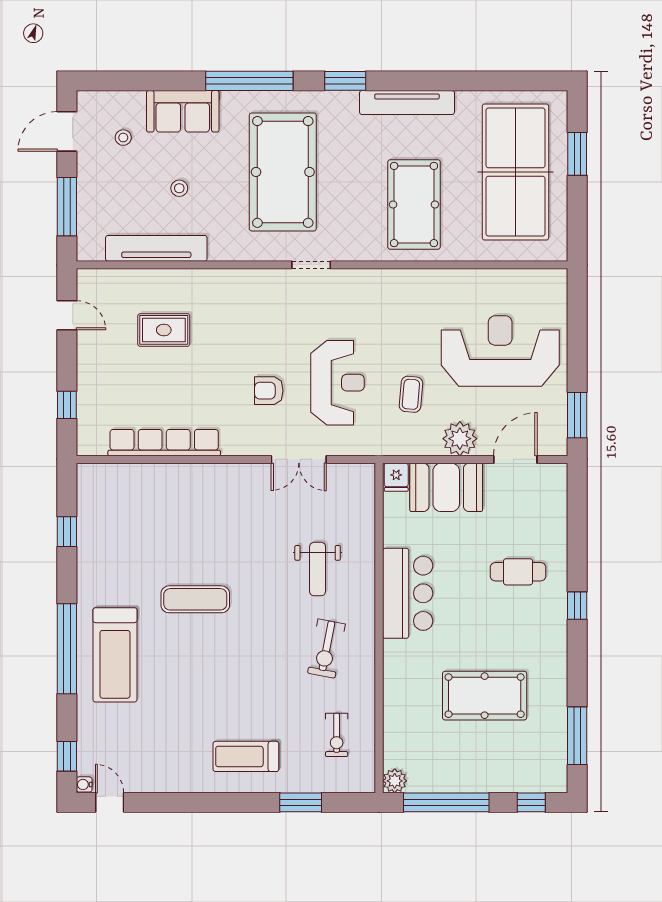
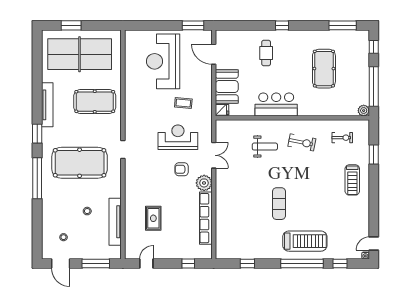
sofa: (183, 111) -> (51, 209), removed
armchair: (269, 391) -> (182, 169), turned 90
plant: (460, 439) -> (204, 183), moved
window: (67, 756) -> (340, 263), moved

